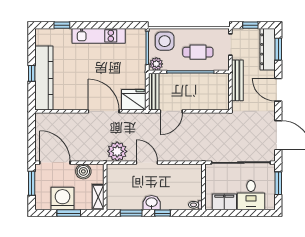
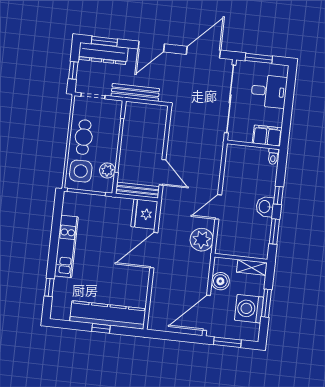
cafe table: (198, 52) -> (84, 137), moved
plant: (156, 64) -> (107, 170), moved
filing cabinet: (224, 202) -> (267, 136), moved, turned 90

